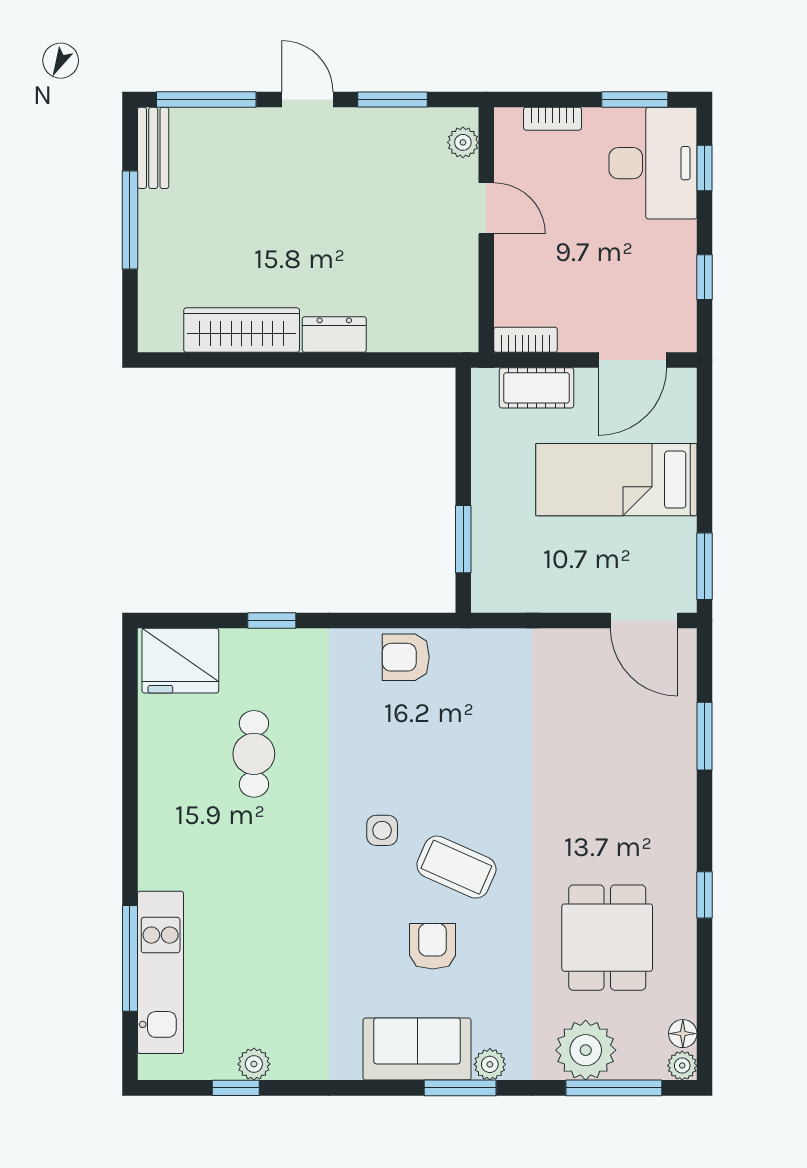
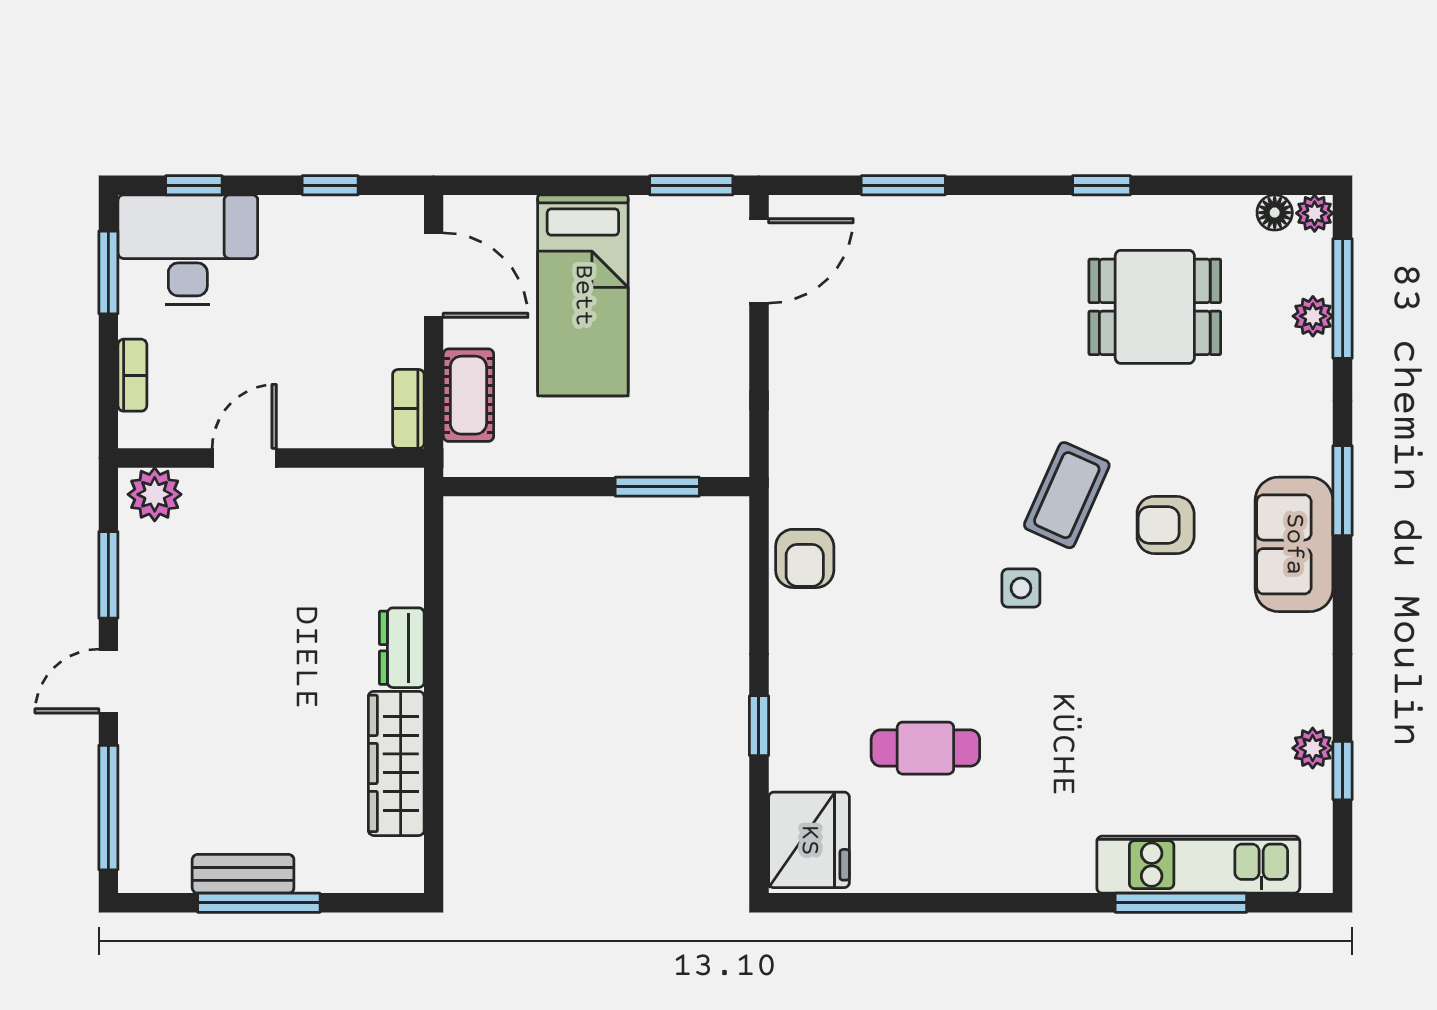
plant: (463, 142) -> (155, 494), width x1.38, depth x1.38
bench: (153, 148) -> (243, 874), moved
plant: (586, 1050) -> (1313, 316), width x0.53, depth x0.53
plant: (490, 1064) -> (1313, 453), removed

